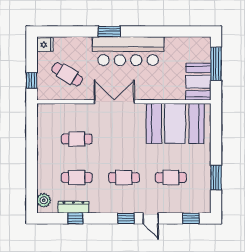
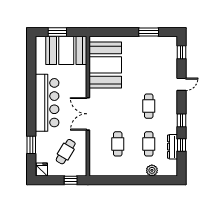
window: (109, 31) -> (31, 145), moved
window: (216, 64) -> (57, 32), width x0.69
booth: (198, 82) -> (66, 50), width x1.36, depth x1.42
cafe table: (171, 178) -> (149, 68), removed
plant: (44, 200) -> (152, 170), moved
window: (126, 218) -> (182, 120), moved

